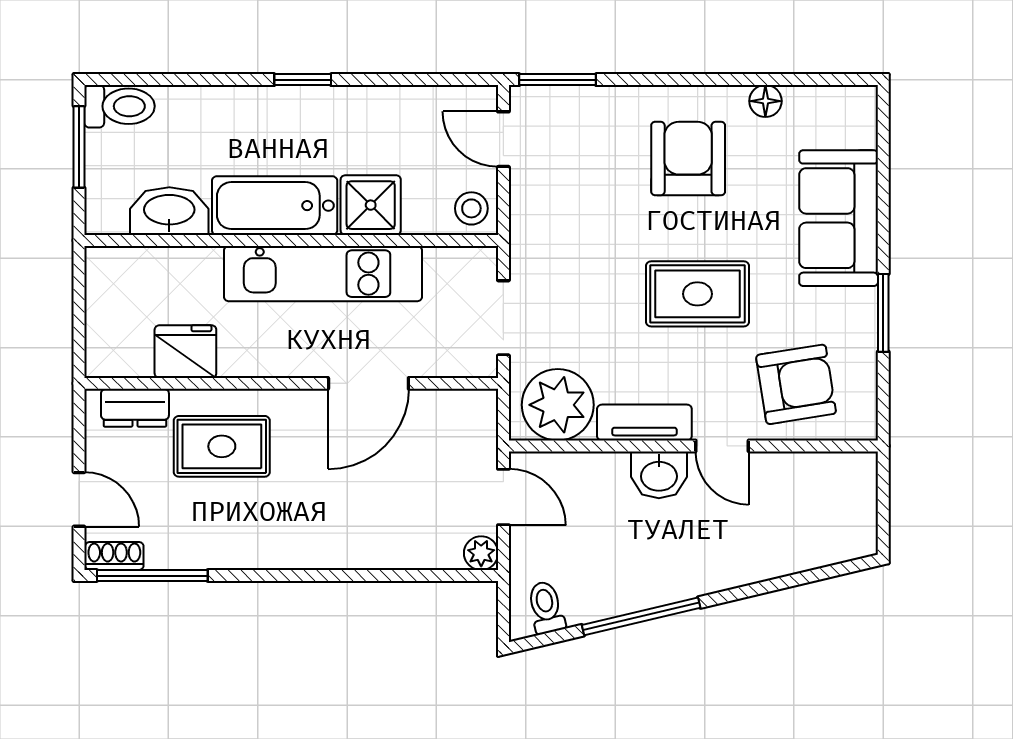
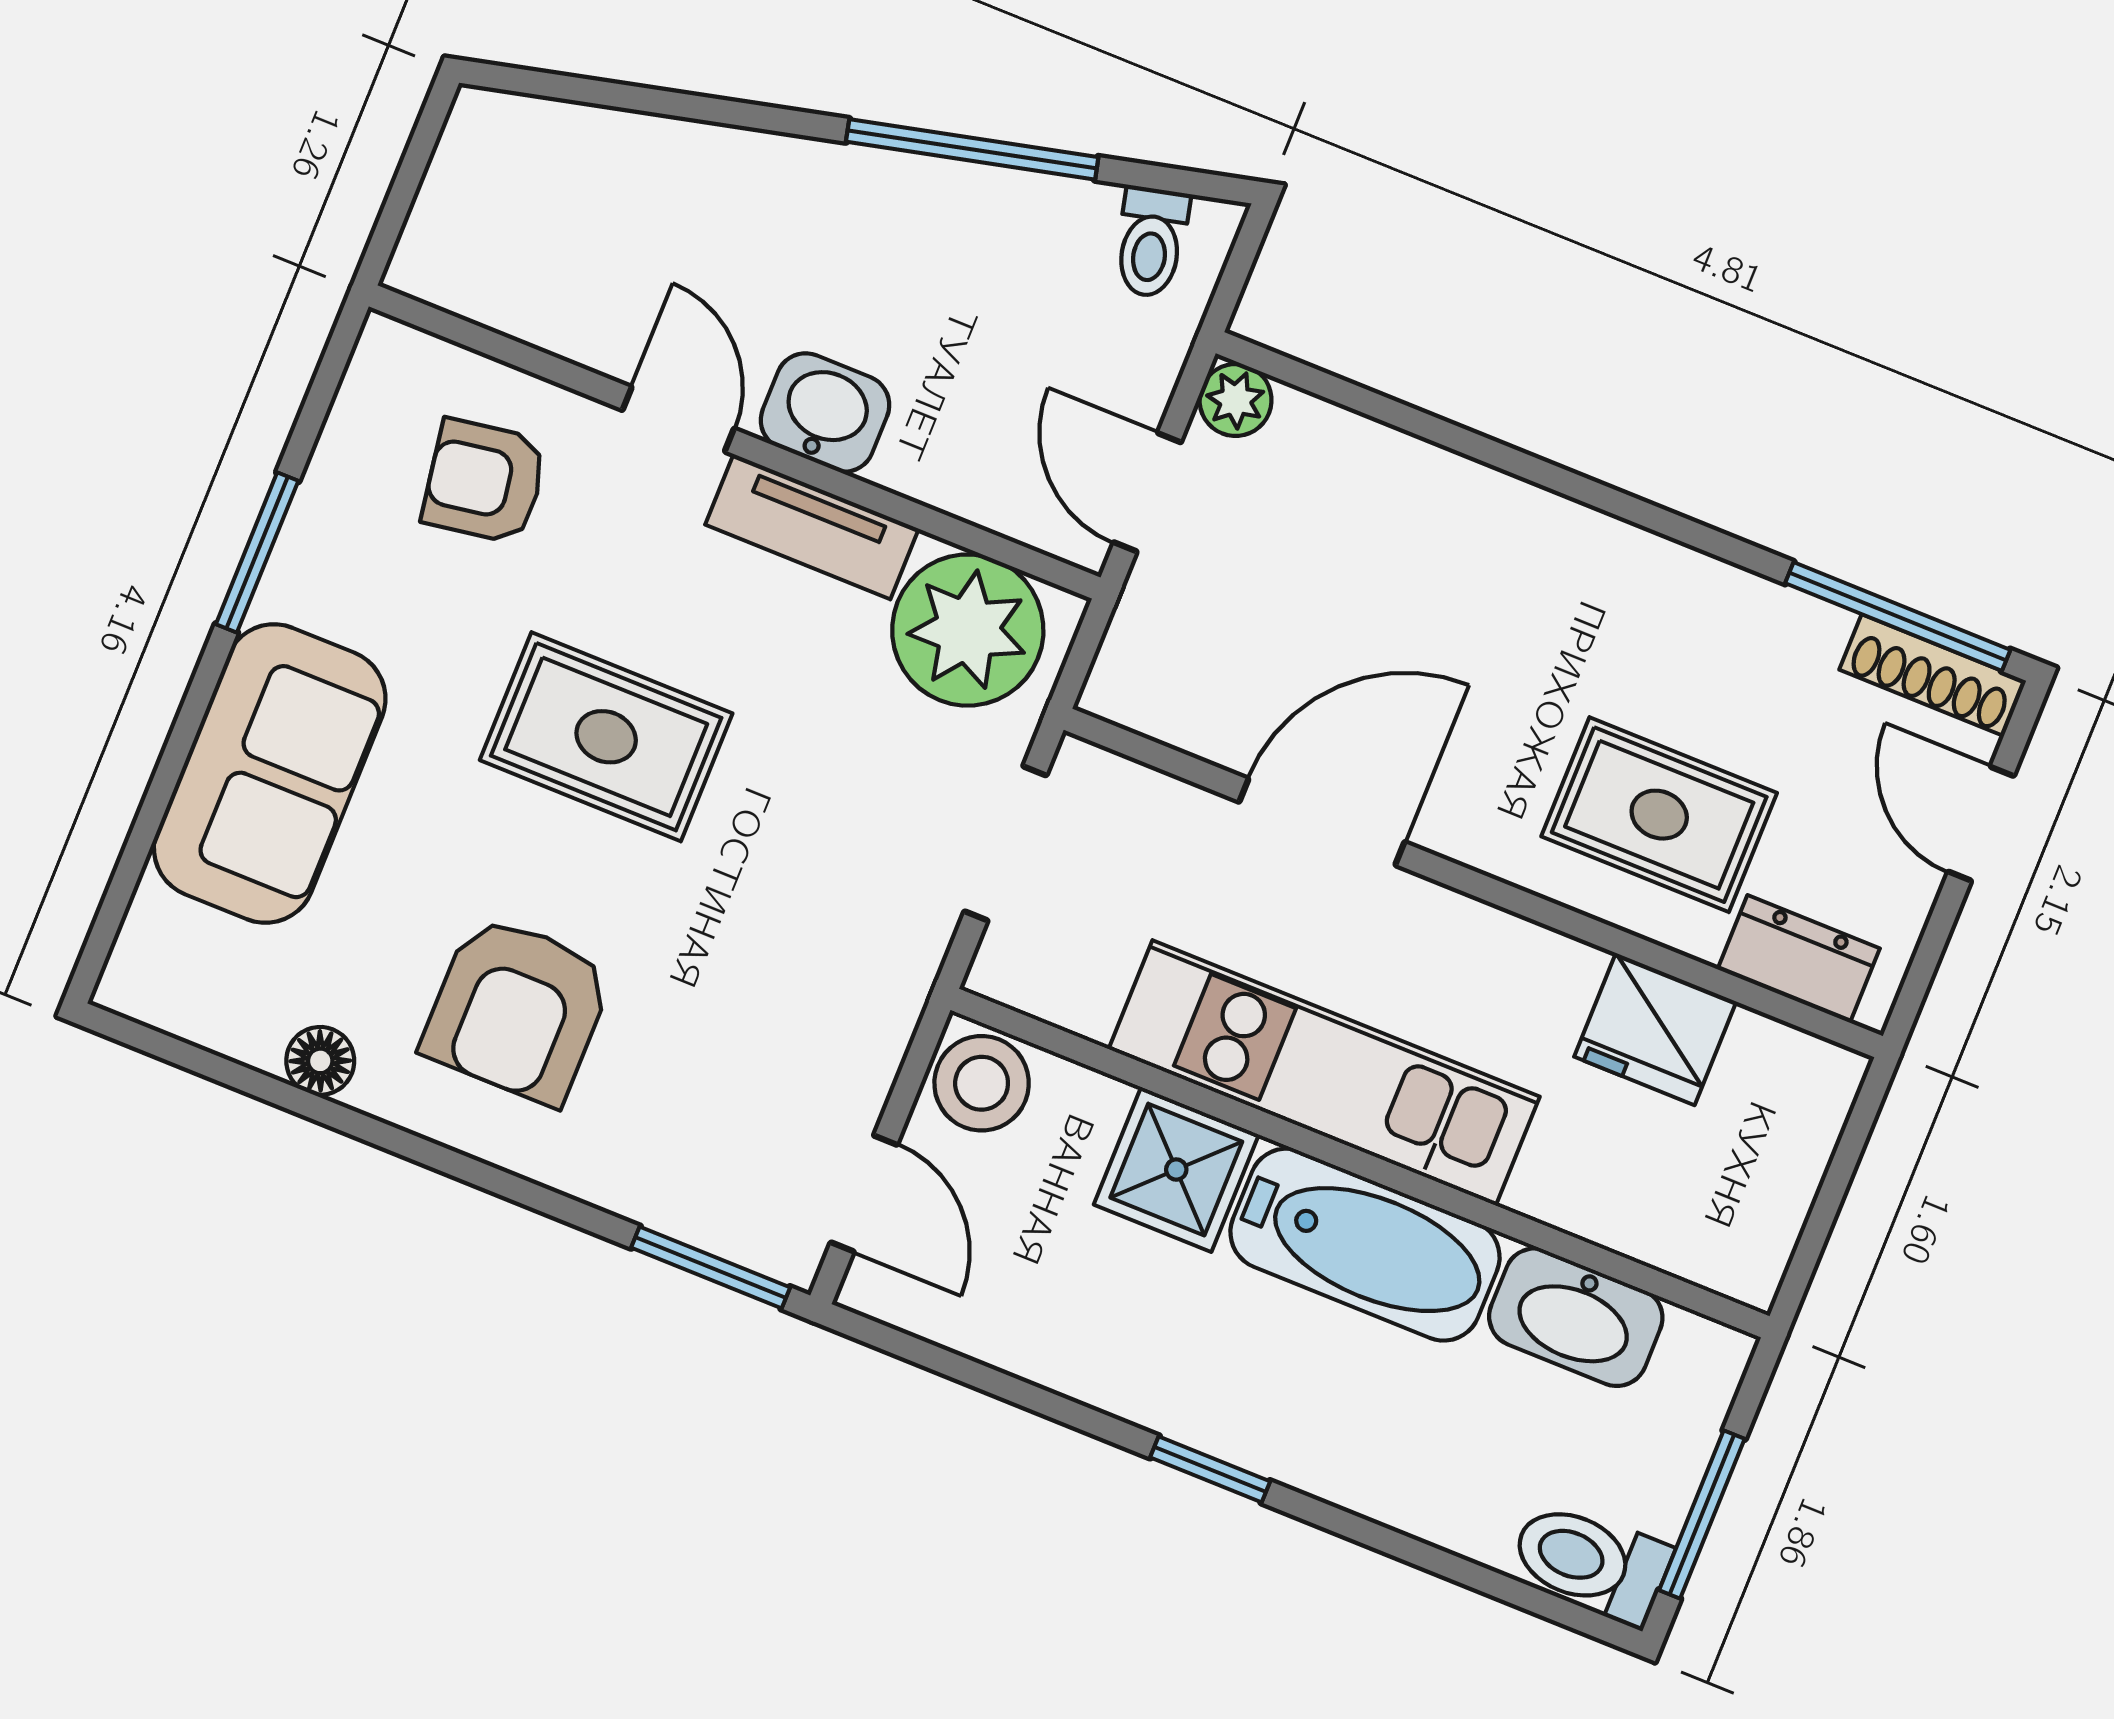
stool: (471, 208) -> (982, 1083), width x1.37, depth x1.37
armchair: (796, 384) -> (485, 481), width x0.72, depth x0.72
shoe rack: (114, 556) -> (1932, 675), width x1.43

